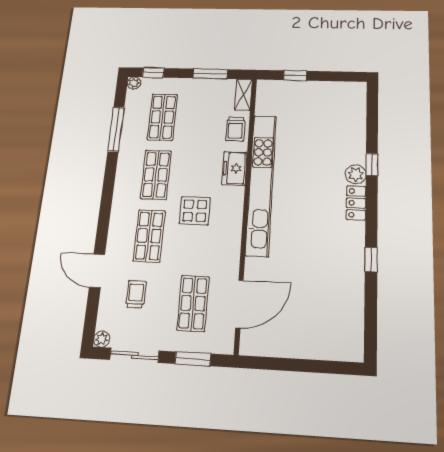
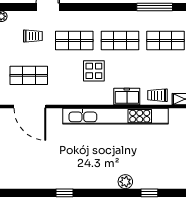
window: (372, 165) -> (149, 193), moved
locker: (356, 203) -> (104, 182), removed

